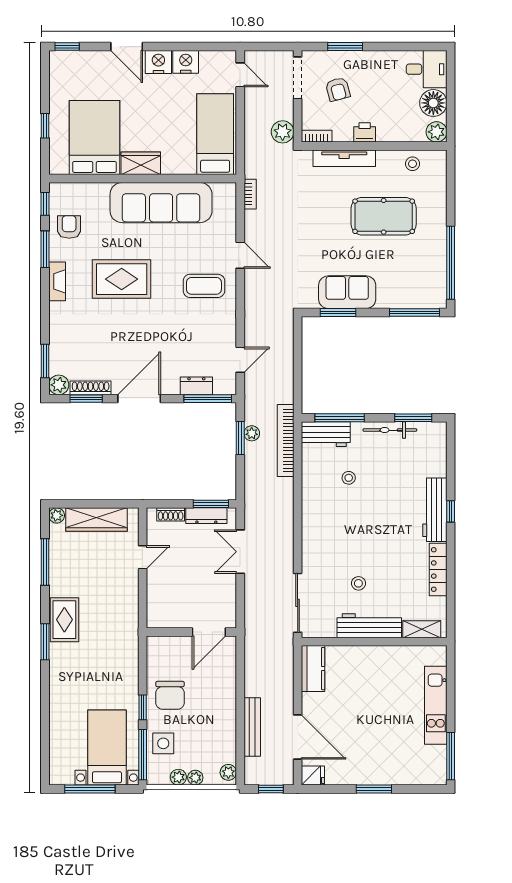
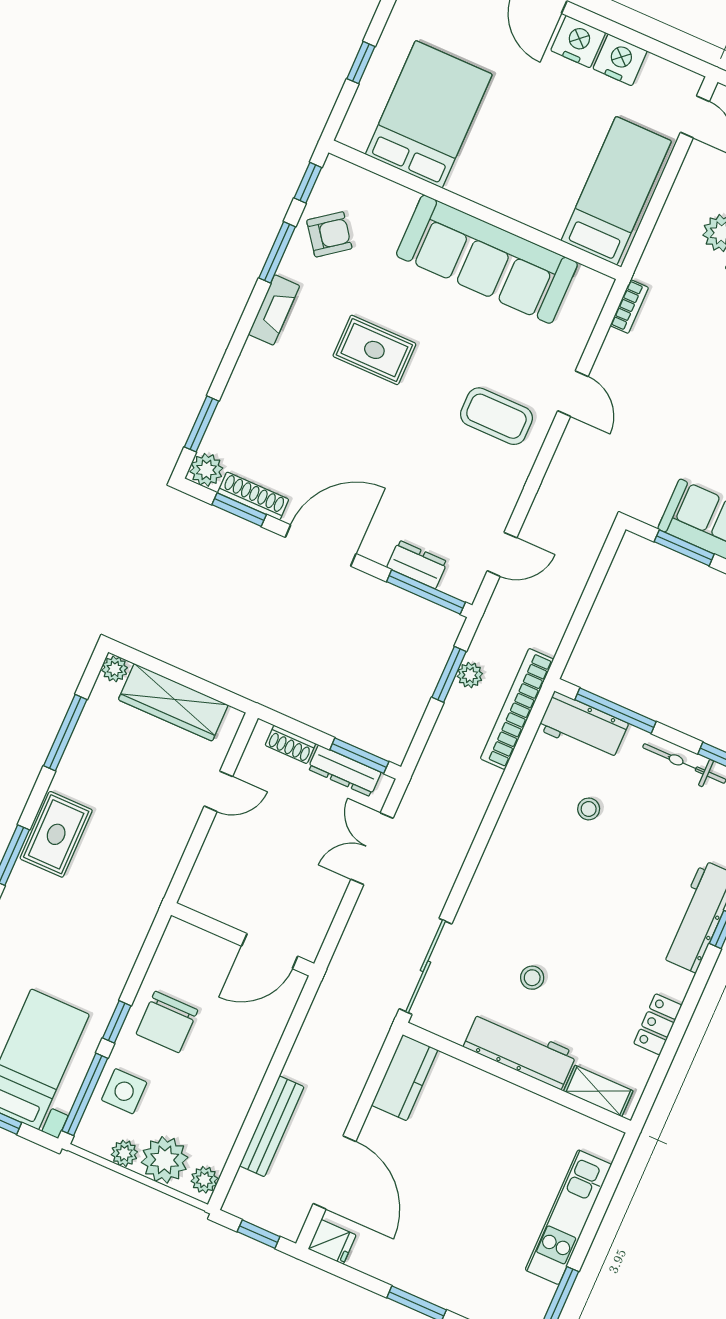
wardrobe: (141, 163) -> (482, 185), removed
armchair: (69, 227) -> (329, 234), turned 53
rug: (122, 279) -> (374, 350), width x0.73, depth x0.70
locker: (438, 570) -> (658, 1024), width x0.66
plant: (195, 778) -> (165, 1160), width x1.88, depth x1.88

